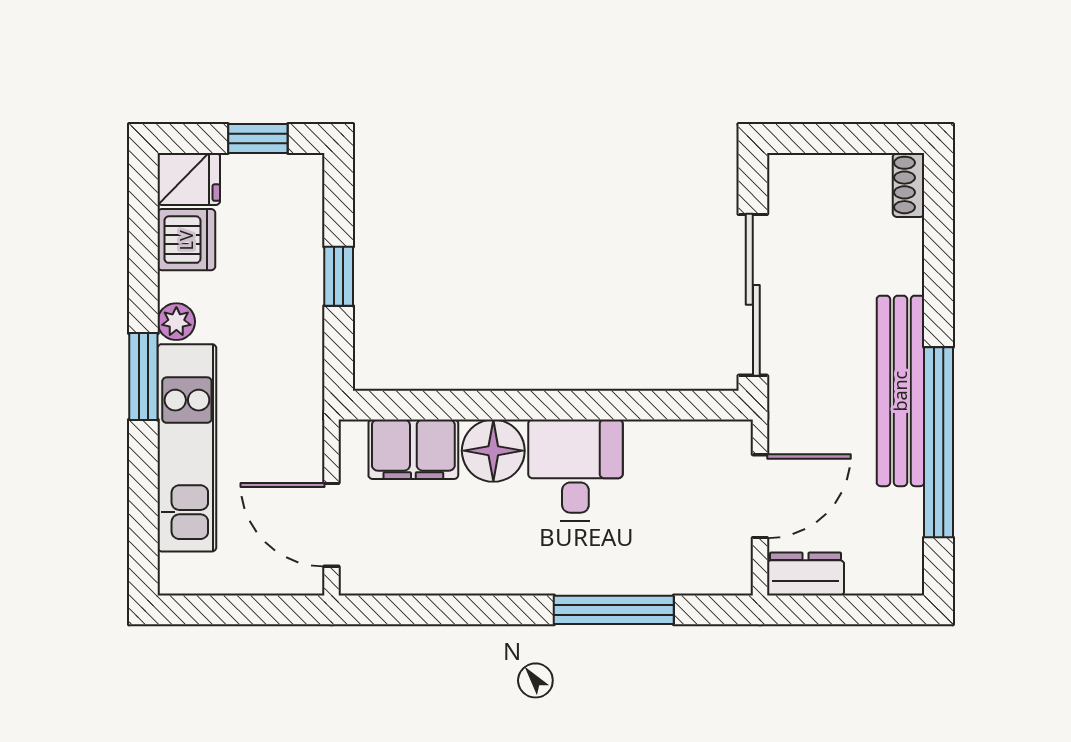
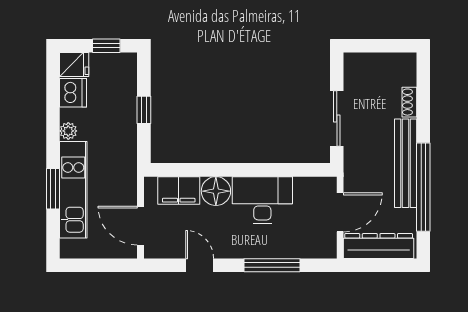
shoe rack: (909, 185) -> (409, 102), moved
sliding door: (753, 295) -> (337, 118), width x0.73
window: (143, 376) -> (53, 189), moved
desk: (575, 470) -> (262, 200), width x1.37
dresser: (806, 574) -> (379, 246), width x1.96, depth x1.24
door: (458, 610) -> (200, 265), added

